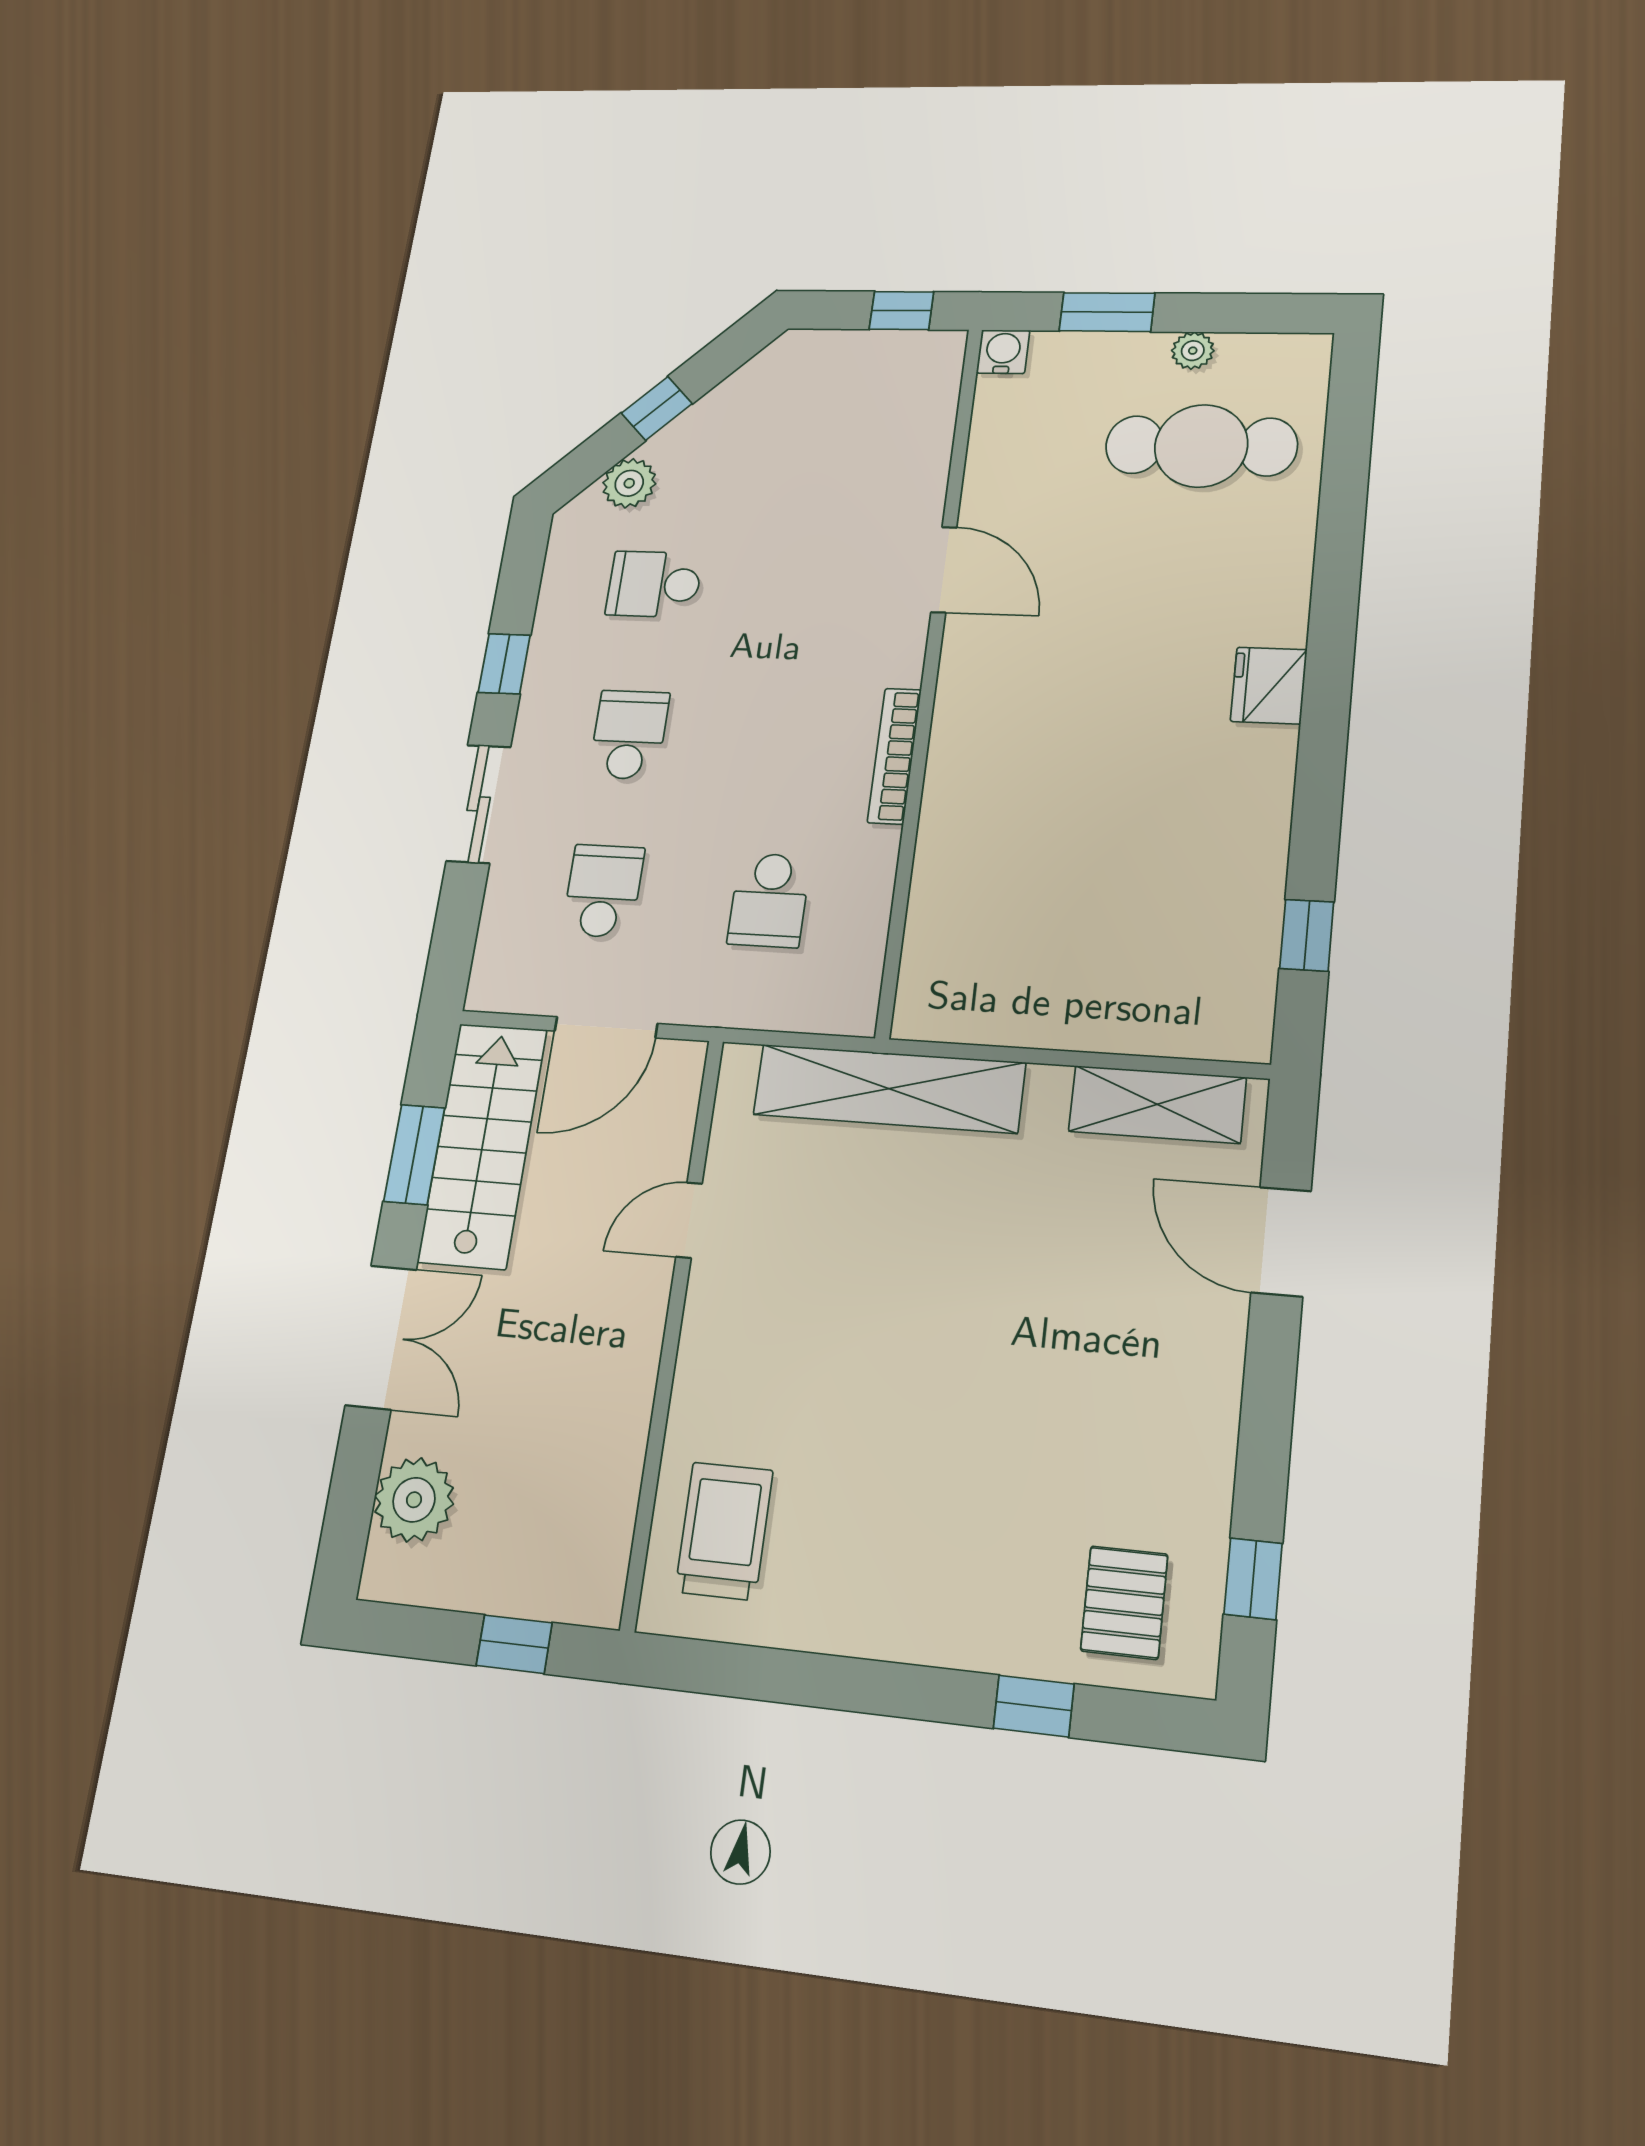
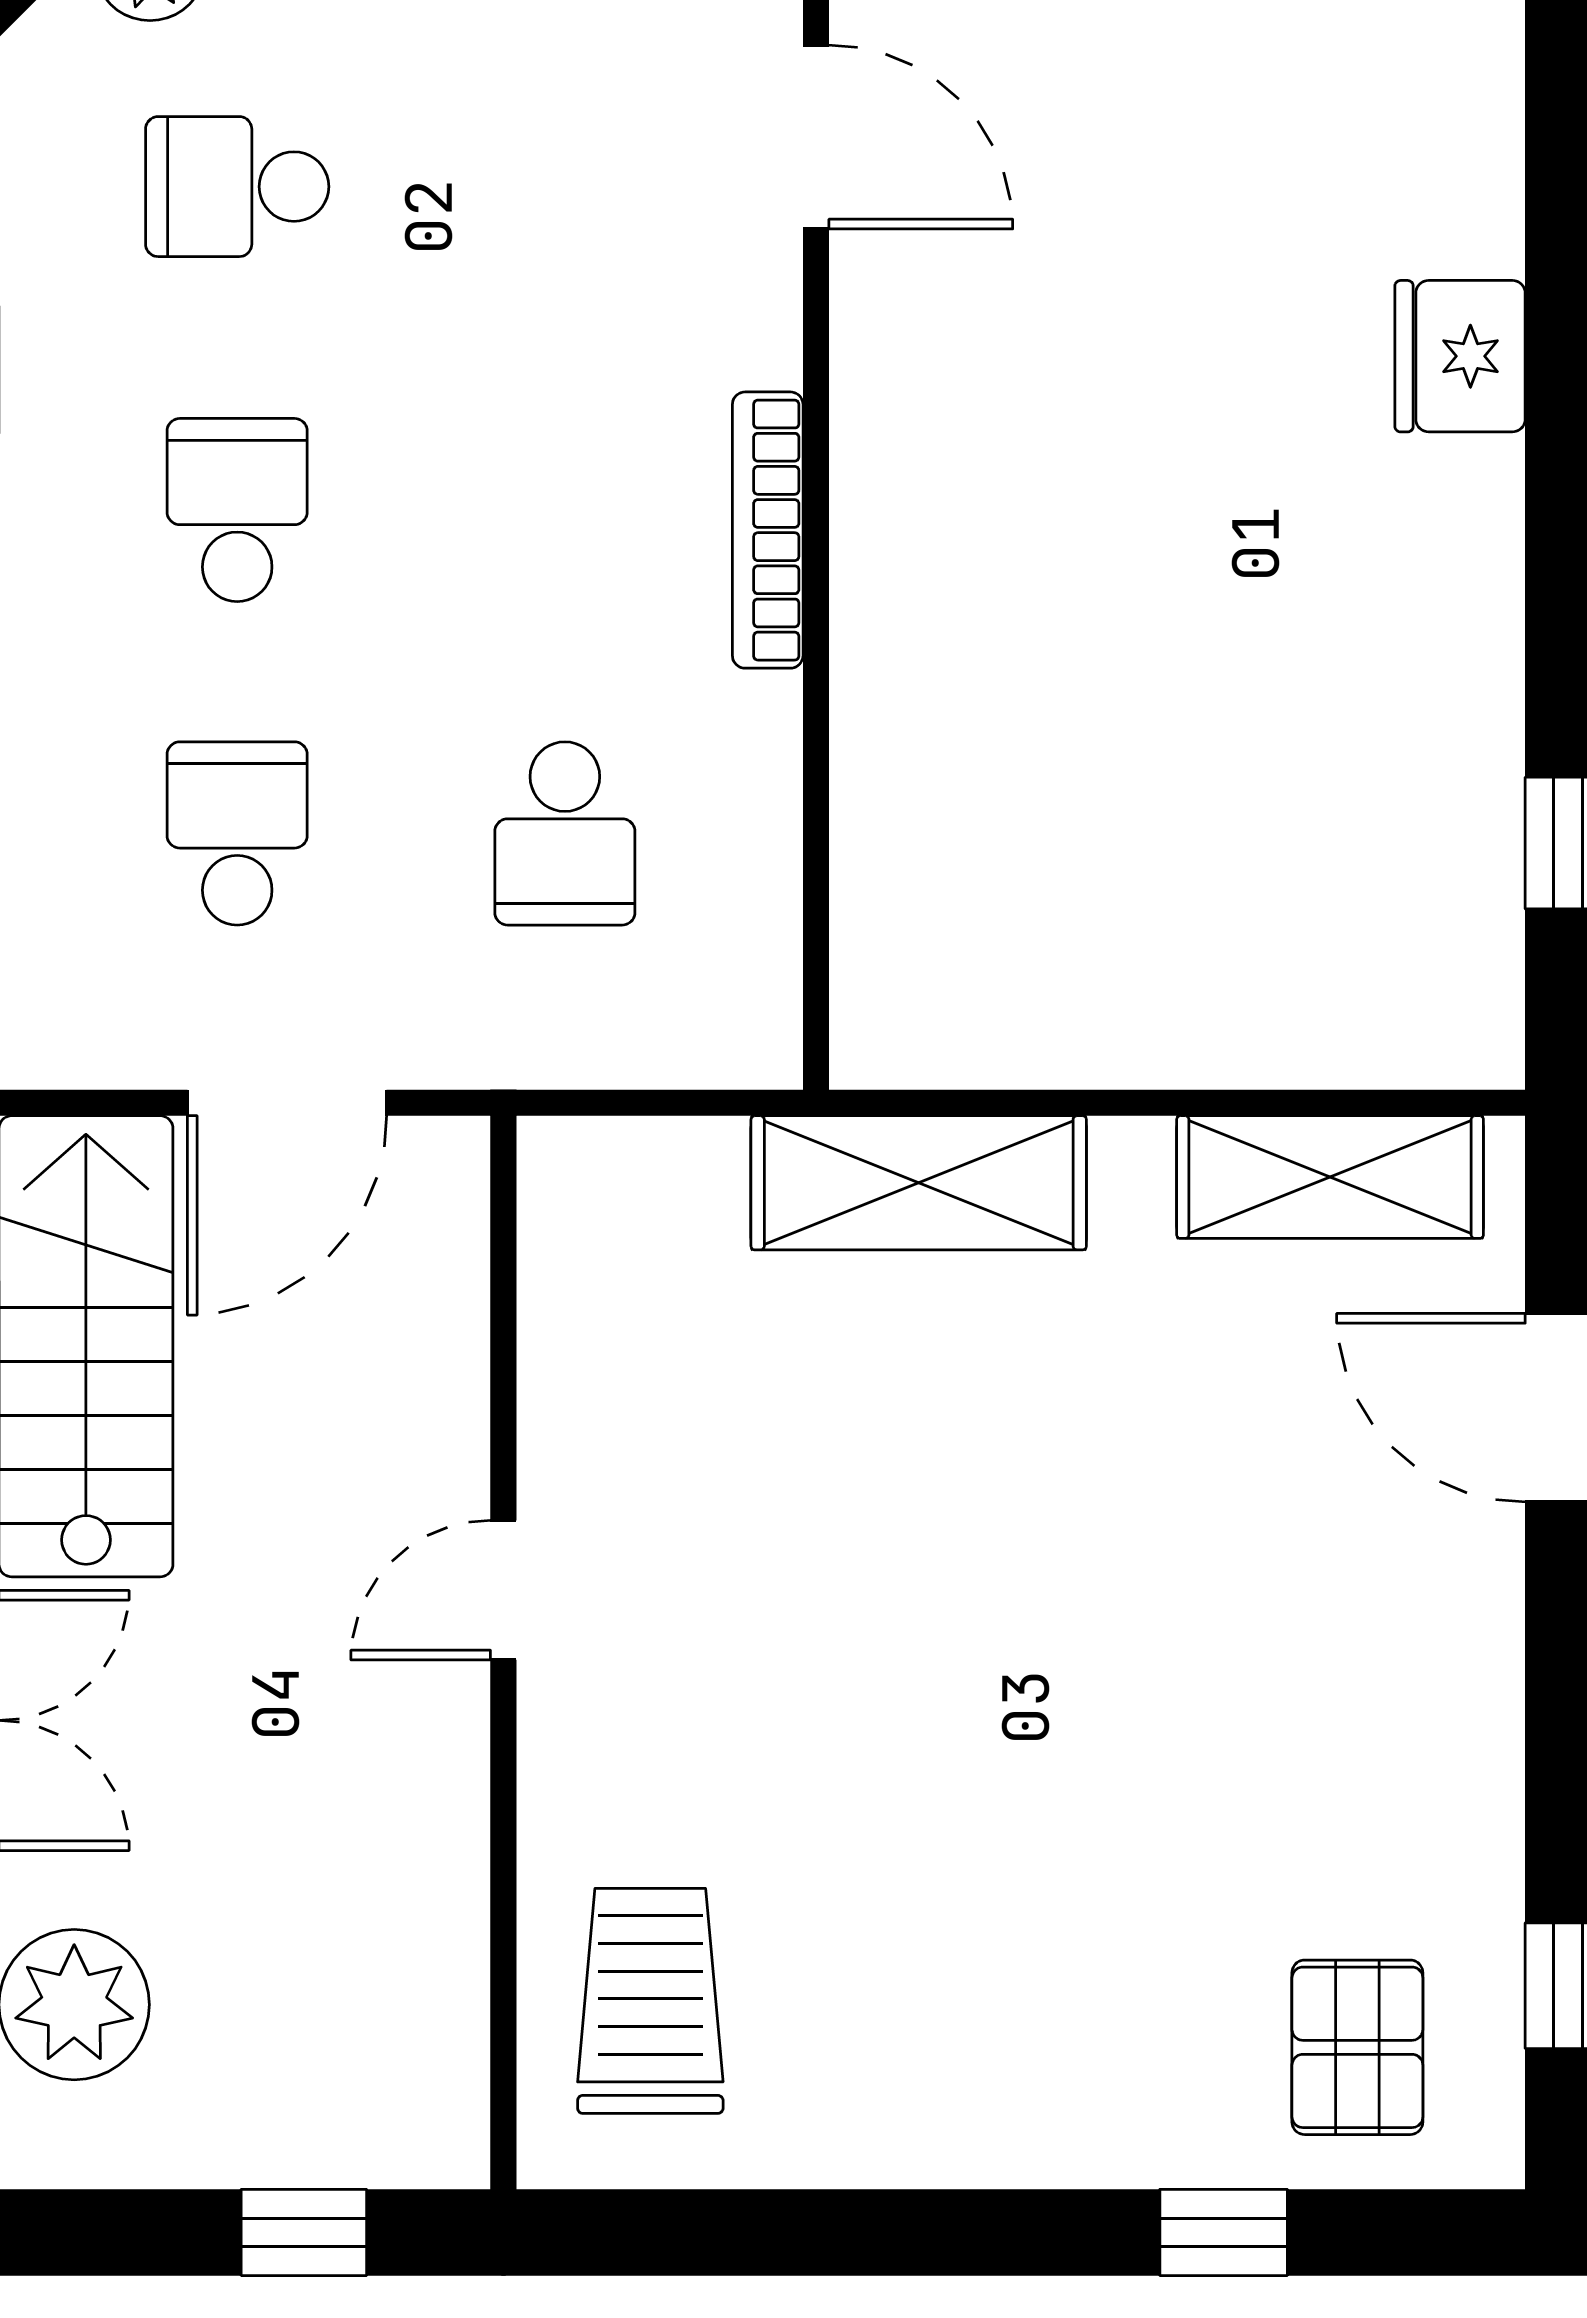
shelving: (889, 1089) -> (919, 1183), width x0.68
door: (689, 1220) -> (503, 1590), moved

